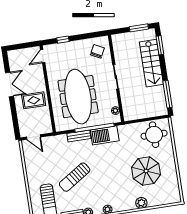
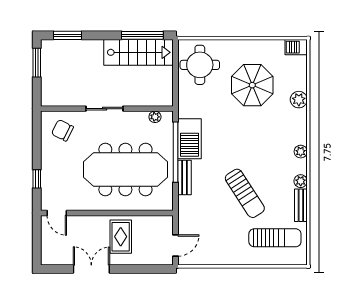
stairs: (151, 63) -> (139, 52), moved
barbecue: (175, 196) -> (296, 47), added

